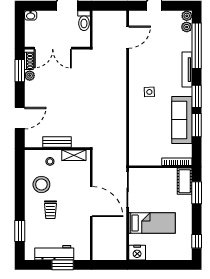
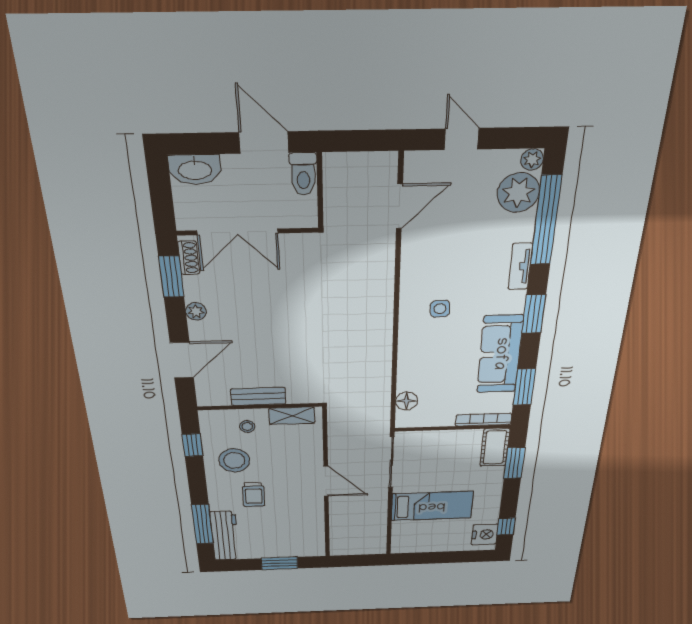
washbasin: (31, 15) -> (195, 170), width x1.91, depth x1.45
plant: (187, 27) -> (518, 192), width x1.88, depth x1.88
tv unit: (187, 70) -> (520, 266), width x0.71
plant: (30, 76) -> (196, 311), moved
window: (197, 125) -> (524, 387), moved
floor lamp: (135, 148) -> (407, 401), added
window: (20, 173) -> (192, 445), added
door: (91, 202) -> (326, 481), width x0.73
window: (20, 231) -> (202, 524), width x1.44
workbench: (54, 253) -> (225, 536), moved, turned 90
nightstand: (137, 253) -> (485, 534), moved, turned -90

